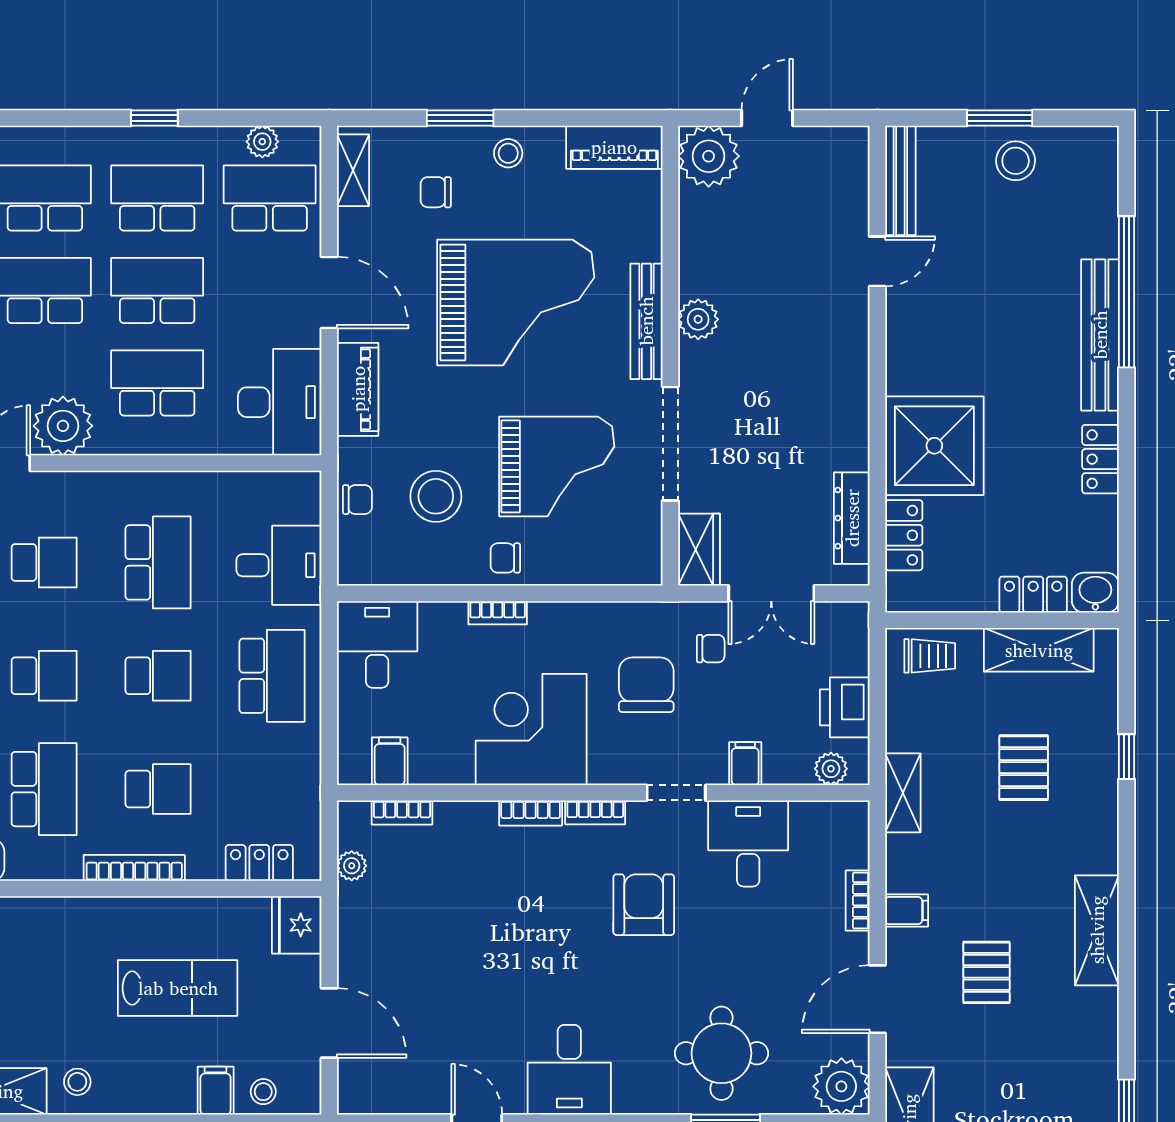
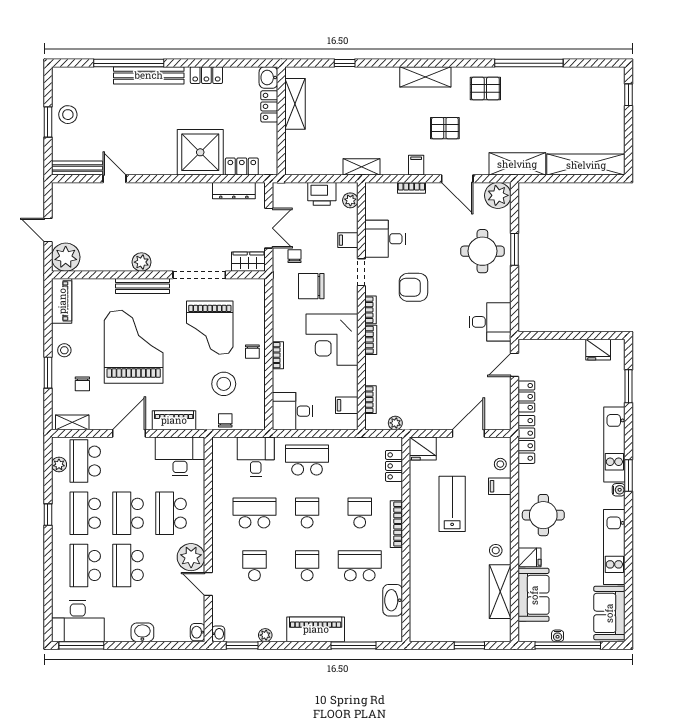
grand piano: (557, 466) -> (210, 328), turned 180
trolley: (930, 656) -> (298, 154), removed
pallet: (1024, 768) -> (485, 89), moved

